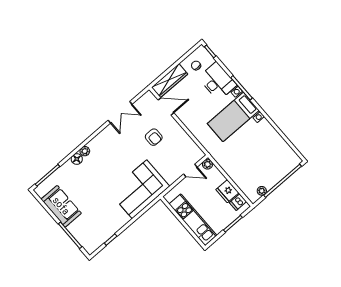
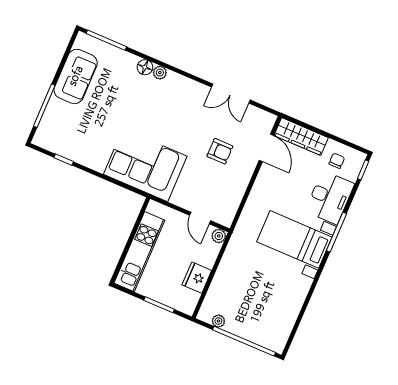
armchair: (154, 137) -> (220, 151), turned -90
dishwasher: (238, 202) -> (189, 298), removed

